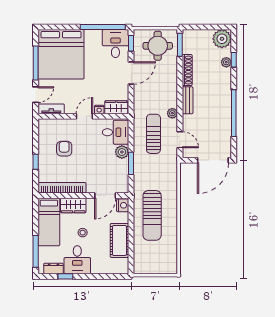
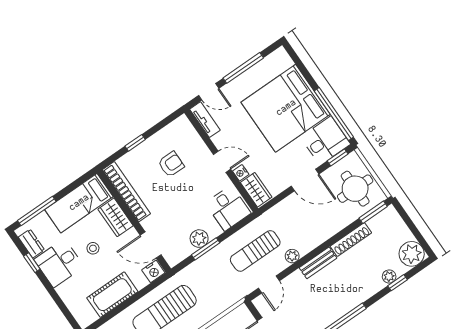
bed: (61, 54) -> (286, 108), moved
sun lounger: (153, 134) -> (255, 251), turned 180
plant: (122, 152) -> (199, 239), moved

